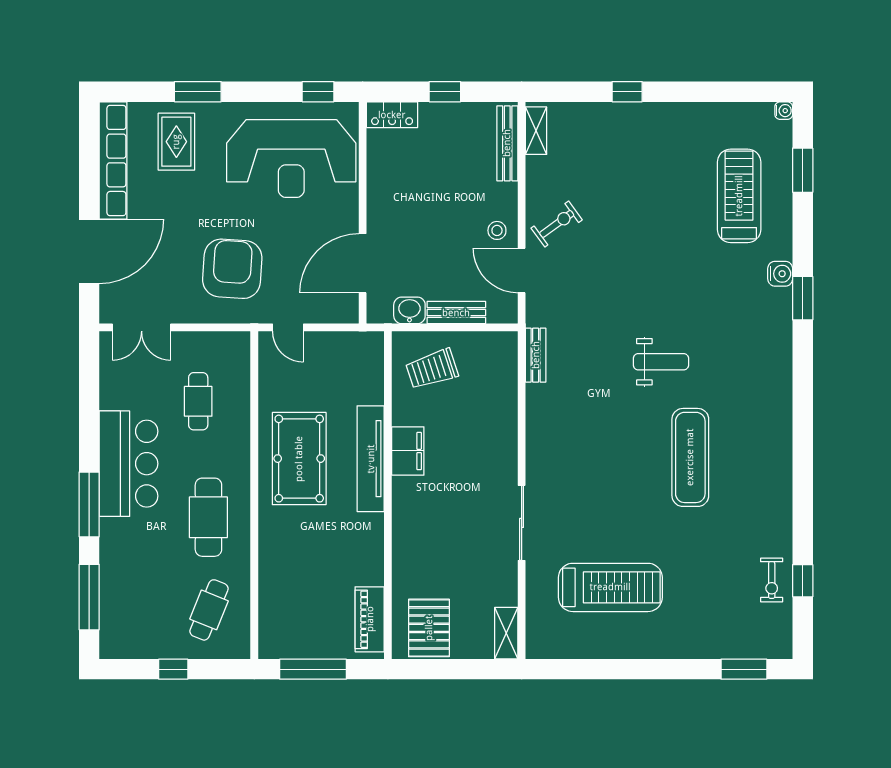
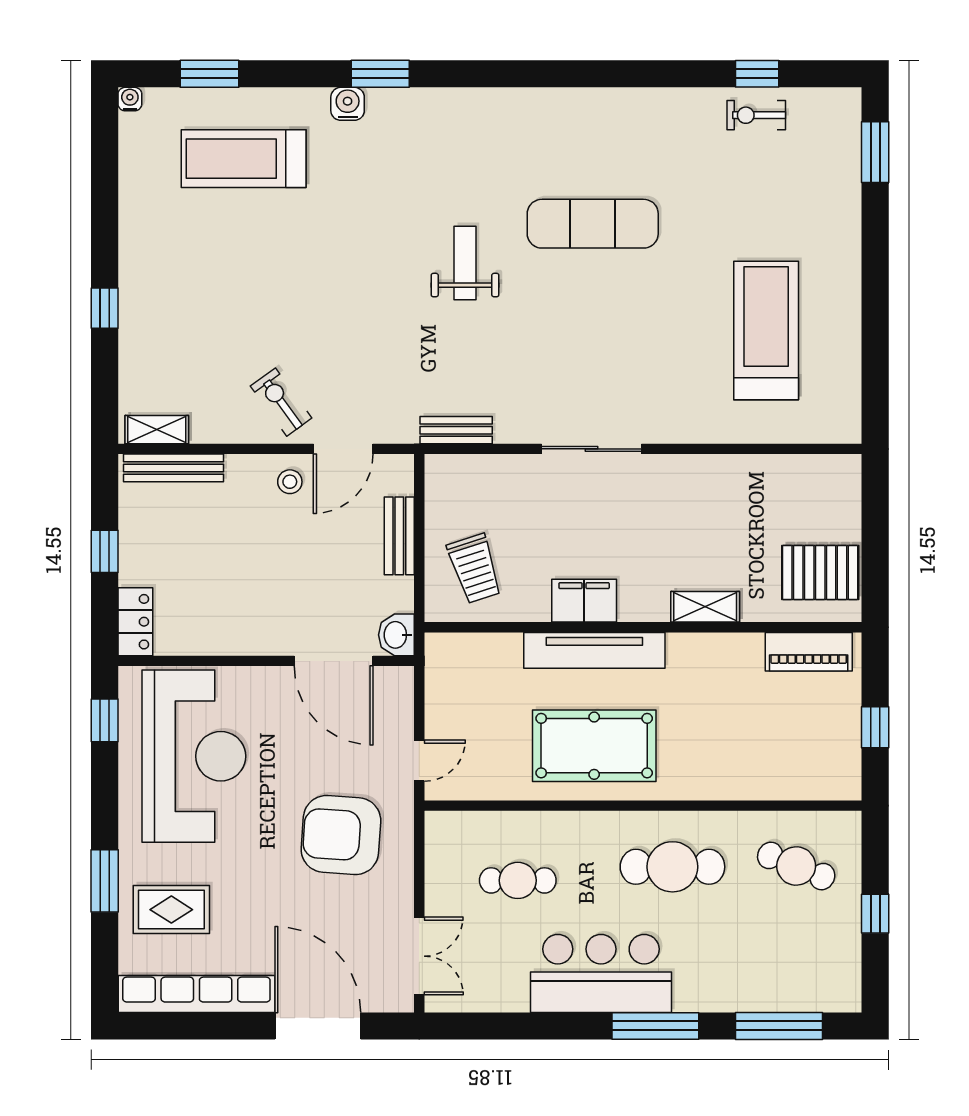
washbasin: (409, 310) -> (396, 635), moved
sliding door: (522, 523) -> (592, 449), moved
exercise bike: (772, 580) -> (756, 115), turned 180
shelving: (506, 633) -> (705, 607), moved
window: (313, 669) -> (875, 727), width x0.46

